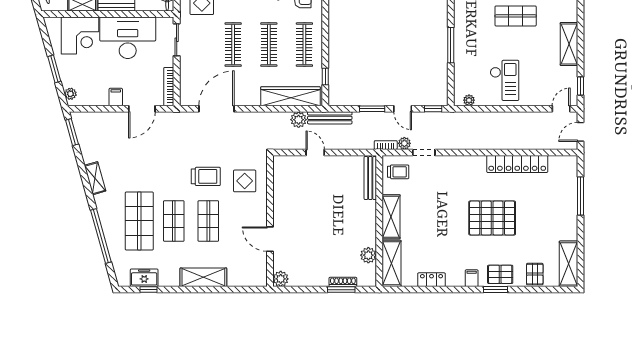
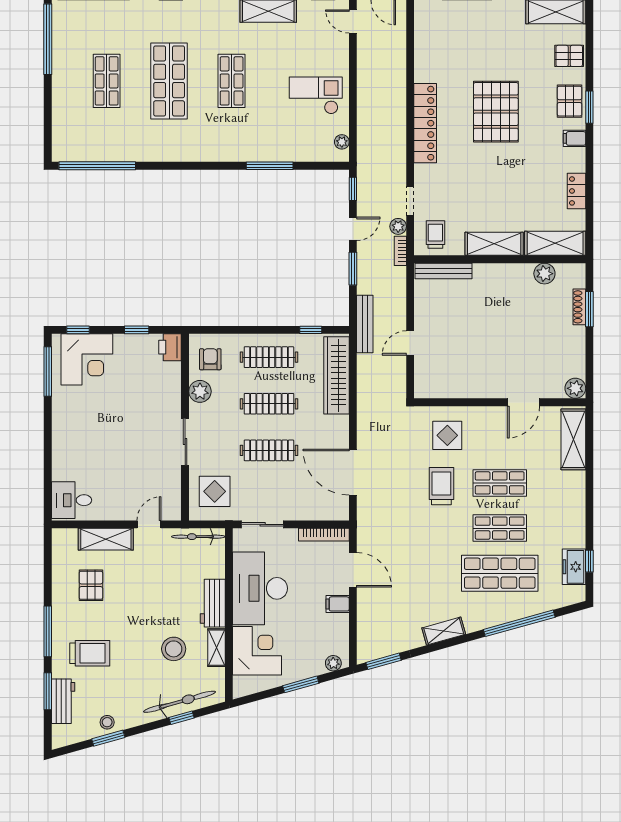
plant: (299, 120) -> (367, 365), removed
locker: (517, 164) -> (425, 123), moved
shelving: (203, 277) -> (573, 439), moved

